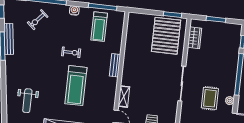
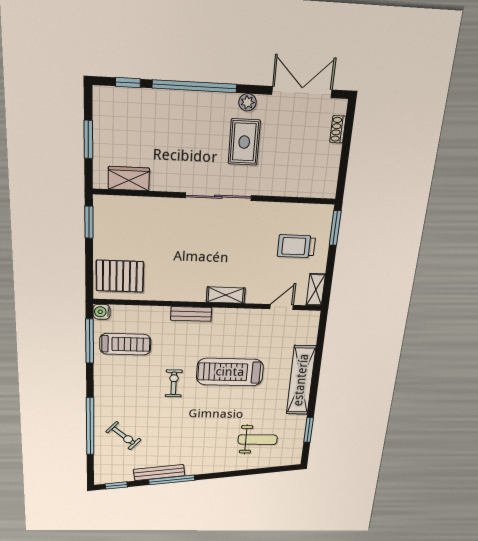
water cooler: (74, 10) -> (102, 312), moved
pallet: (166, 36) -> (120, 276), moved, width x0.73, depth x0.71
treadmill: (76, 86) -> (230, 372), turned 180
shelving: (124, 97) -> (226, 295), moved
rug: (210, 98) -> (244, 142), turned 90

